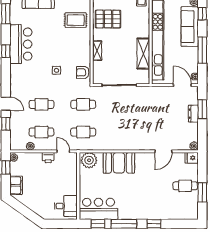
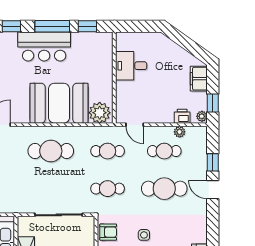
cafe table: (42, 104) -> (164, 189), width x1.37, depth x1.35
cafe table: (125, 132) -> (51, 151), added
printer: (48, 158) -> (182, 116), moved
booth: (119, 163) -> (59, 103), width x1.36, depth x1.42
desk: (66, 206) -> (131, 66), moved
bar counter: (99, 209) -> (44, 47), moved

